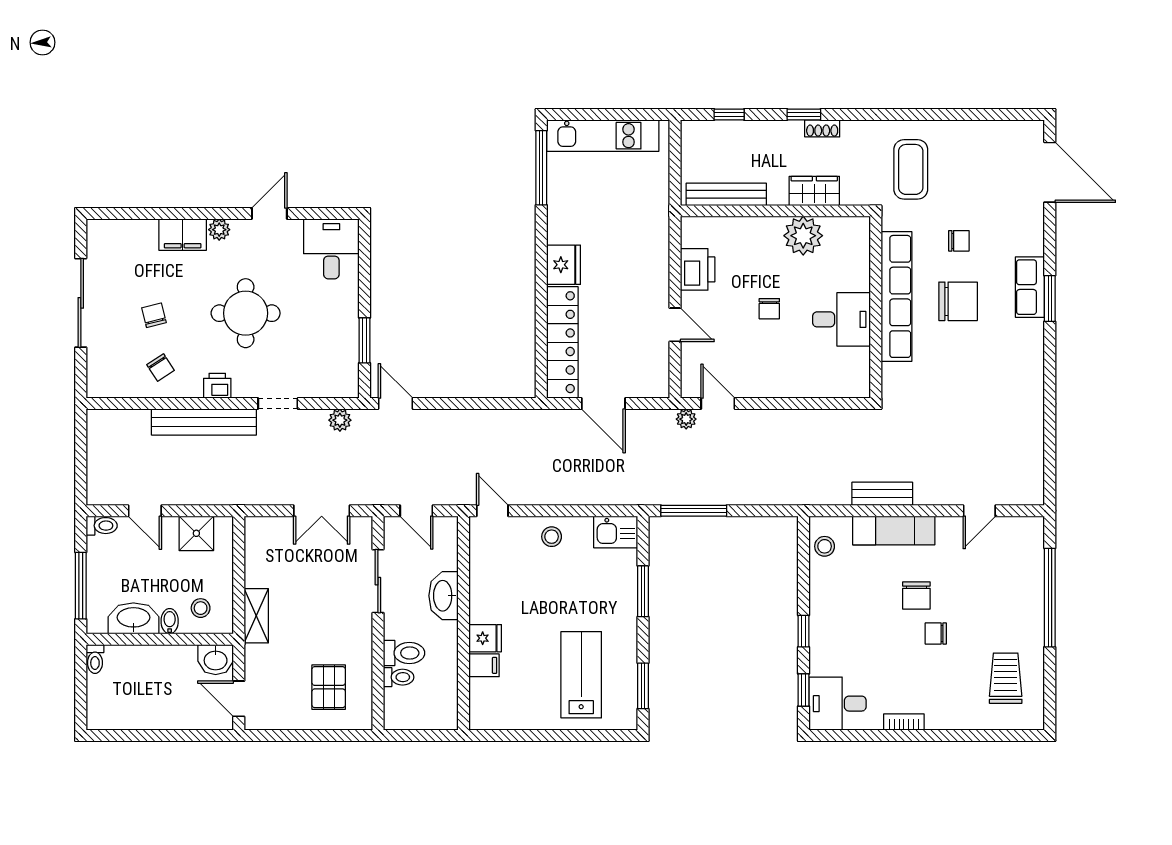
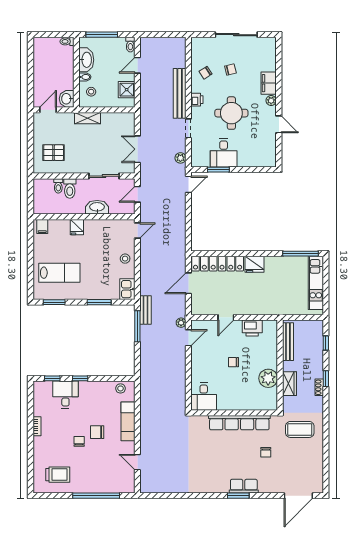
desk: (331, 249) -> (224, 153), moved, turned 90
chair: (958, 301) -> (237, 452), removed
desk: (842, 319) -> (204, 397), moved
bench: (882, 494) -> (145, 310), moved
filing cabinet: (484, 665) -> (42, 226), moved
desk: (838, 704) -> (65, 395), moved

